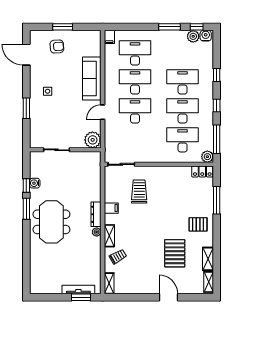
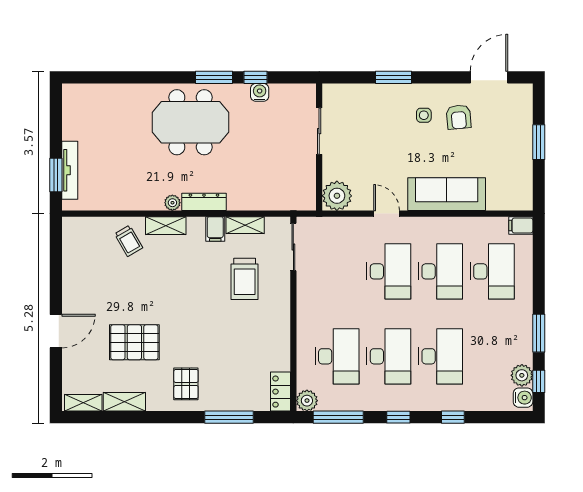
armchair: (57, 47) -> (459, 117), moved
trolley: (139, 192) -> (245, 279), turned 90
shelving: (109, 283) -> (245, 225), moved

